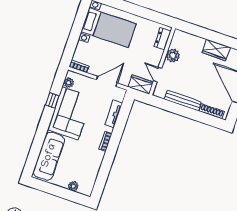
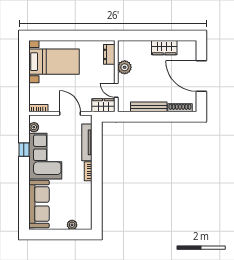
door: (107, 81) -> (70, 113), hinge flipped
tv unit: (114, 114) -> (87, 142), width x1.41

